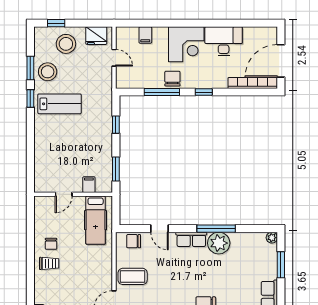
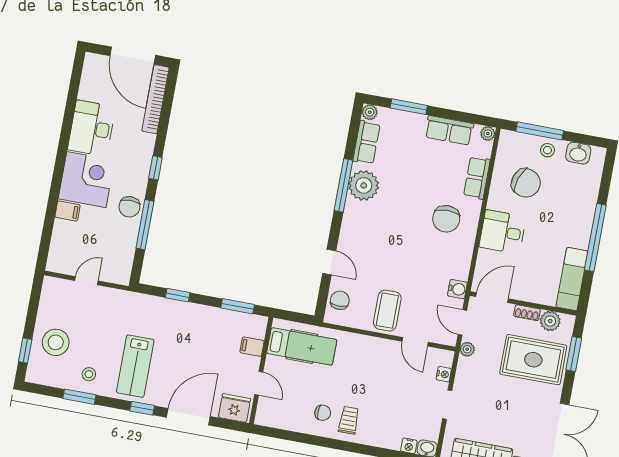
filing cabinet: (145, 35) -> (68, 211), moved
fridge: (96, 36) -> (234, 408), moved, turned -90
stool: (48, 72) -> (89, 374), width x0.53, depth x0.53
chair: (172, 79) -> (129, 207), turned -90
window: (30, 98) -> (142, 408), moved
lab bench: (60, 104) -> (135, 366), turned 180
door: (30, 148) -> (188, 417), added
door: (159, 229) -> (329, 262), hinge flipped
row of seats: (191, 239) -> (366, 142), moved
chair: (134, 241) -> (340, 300), turned 180

